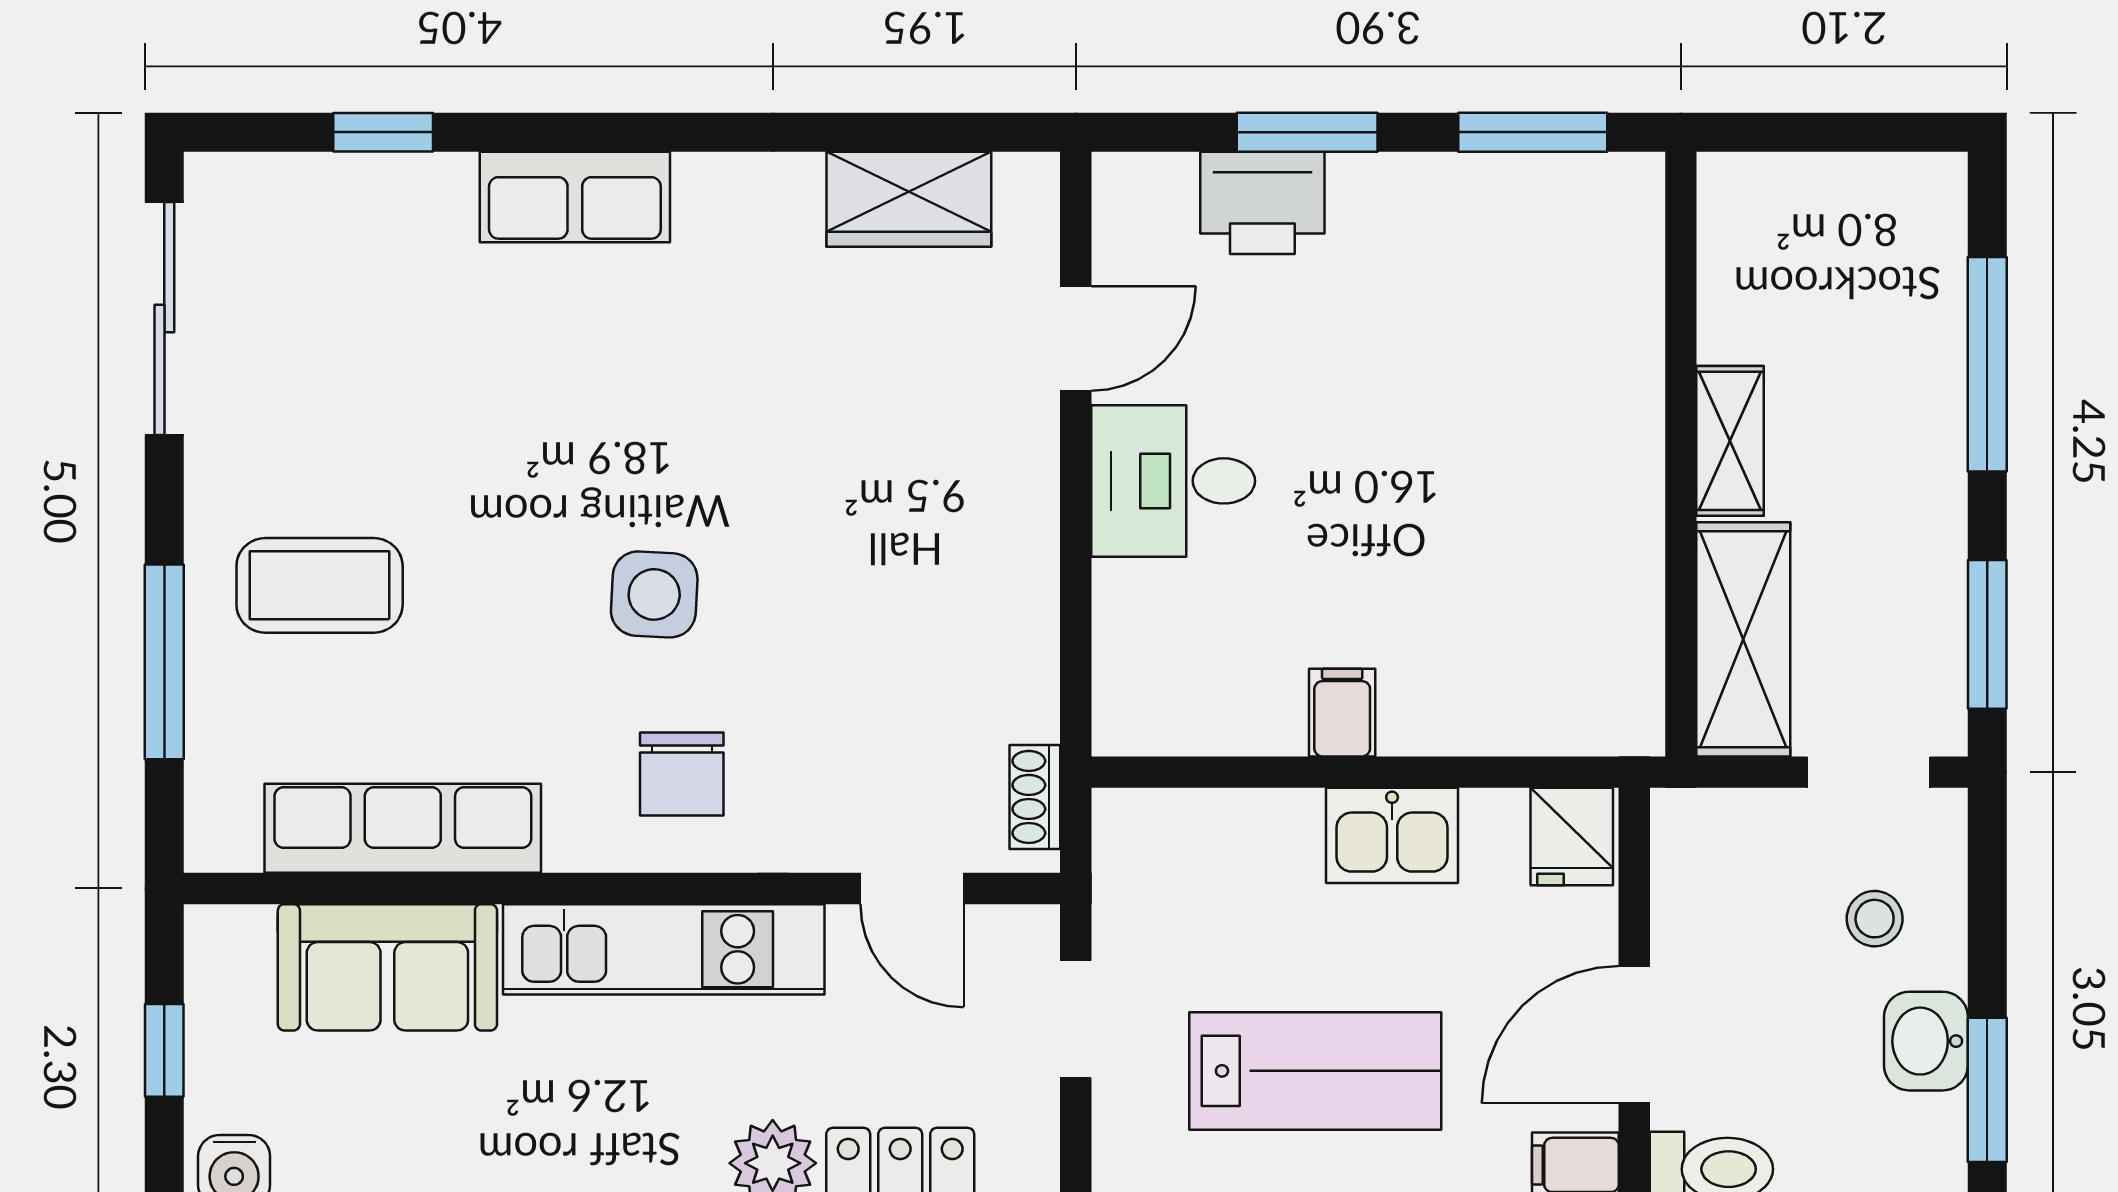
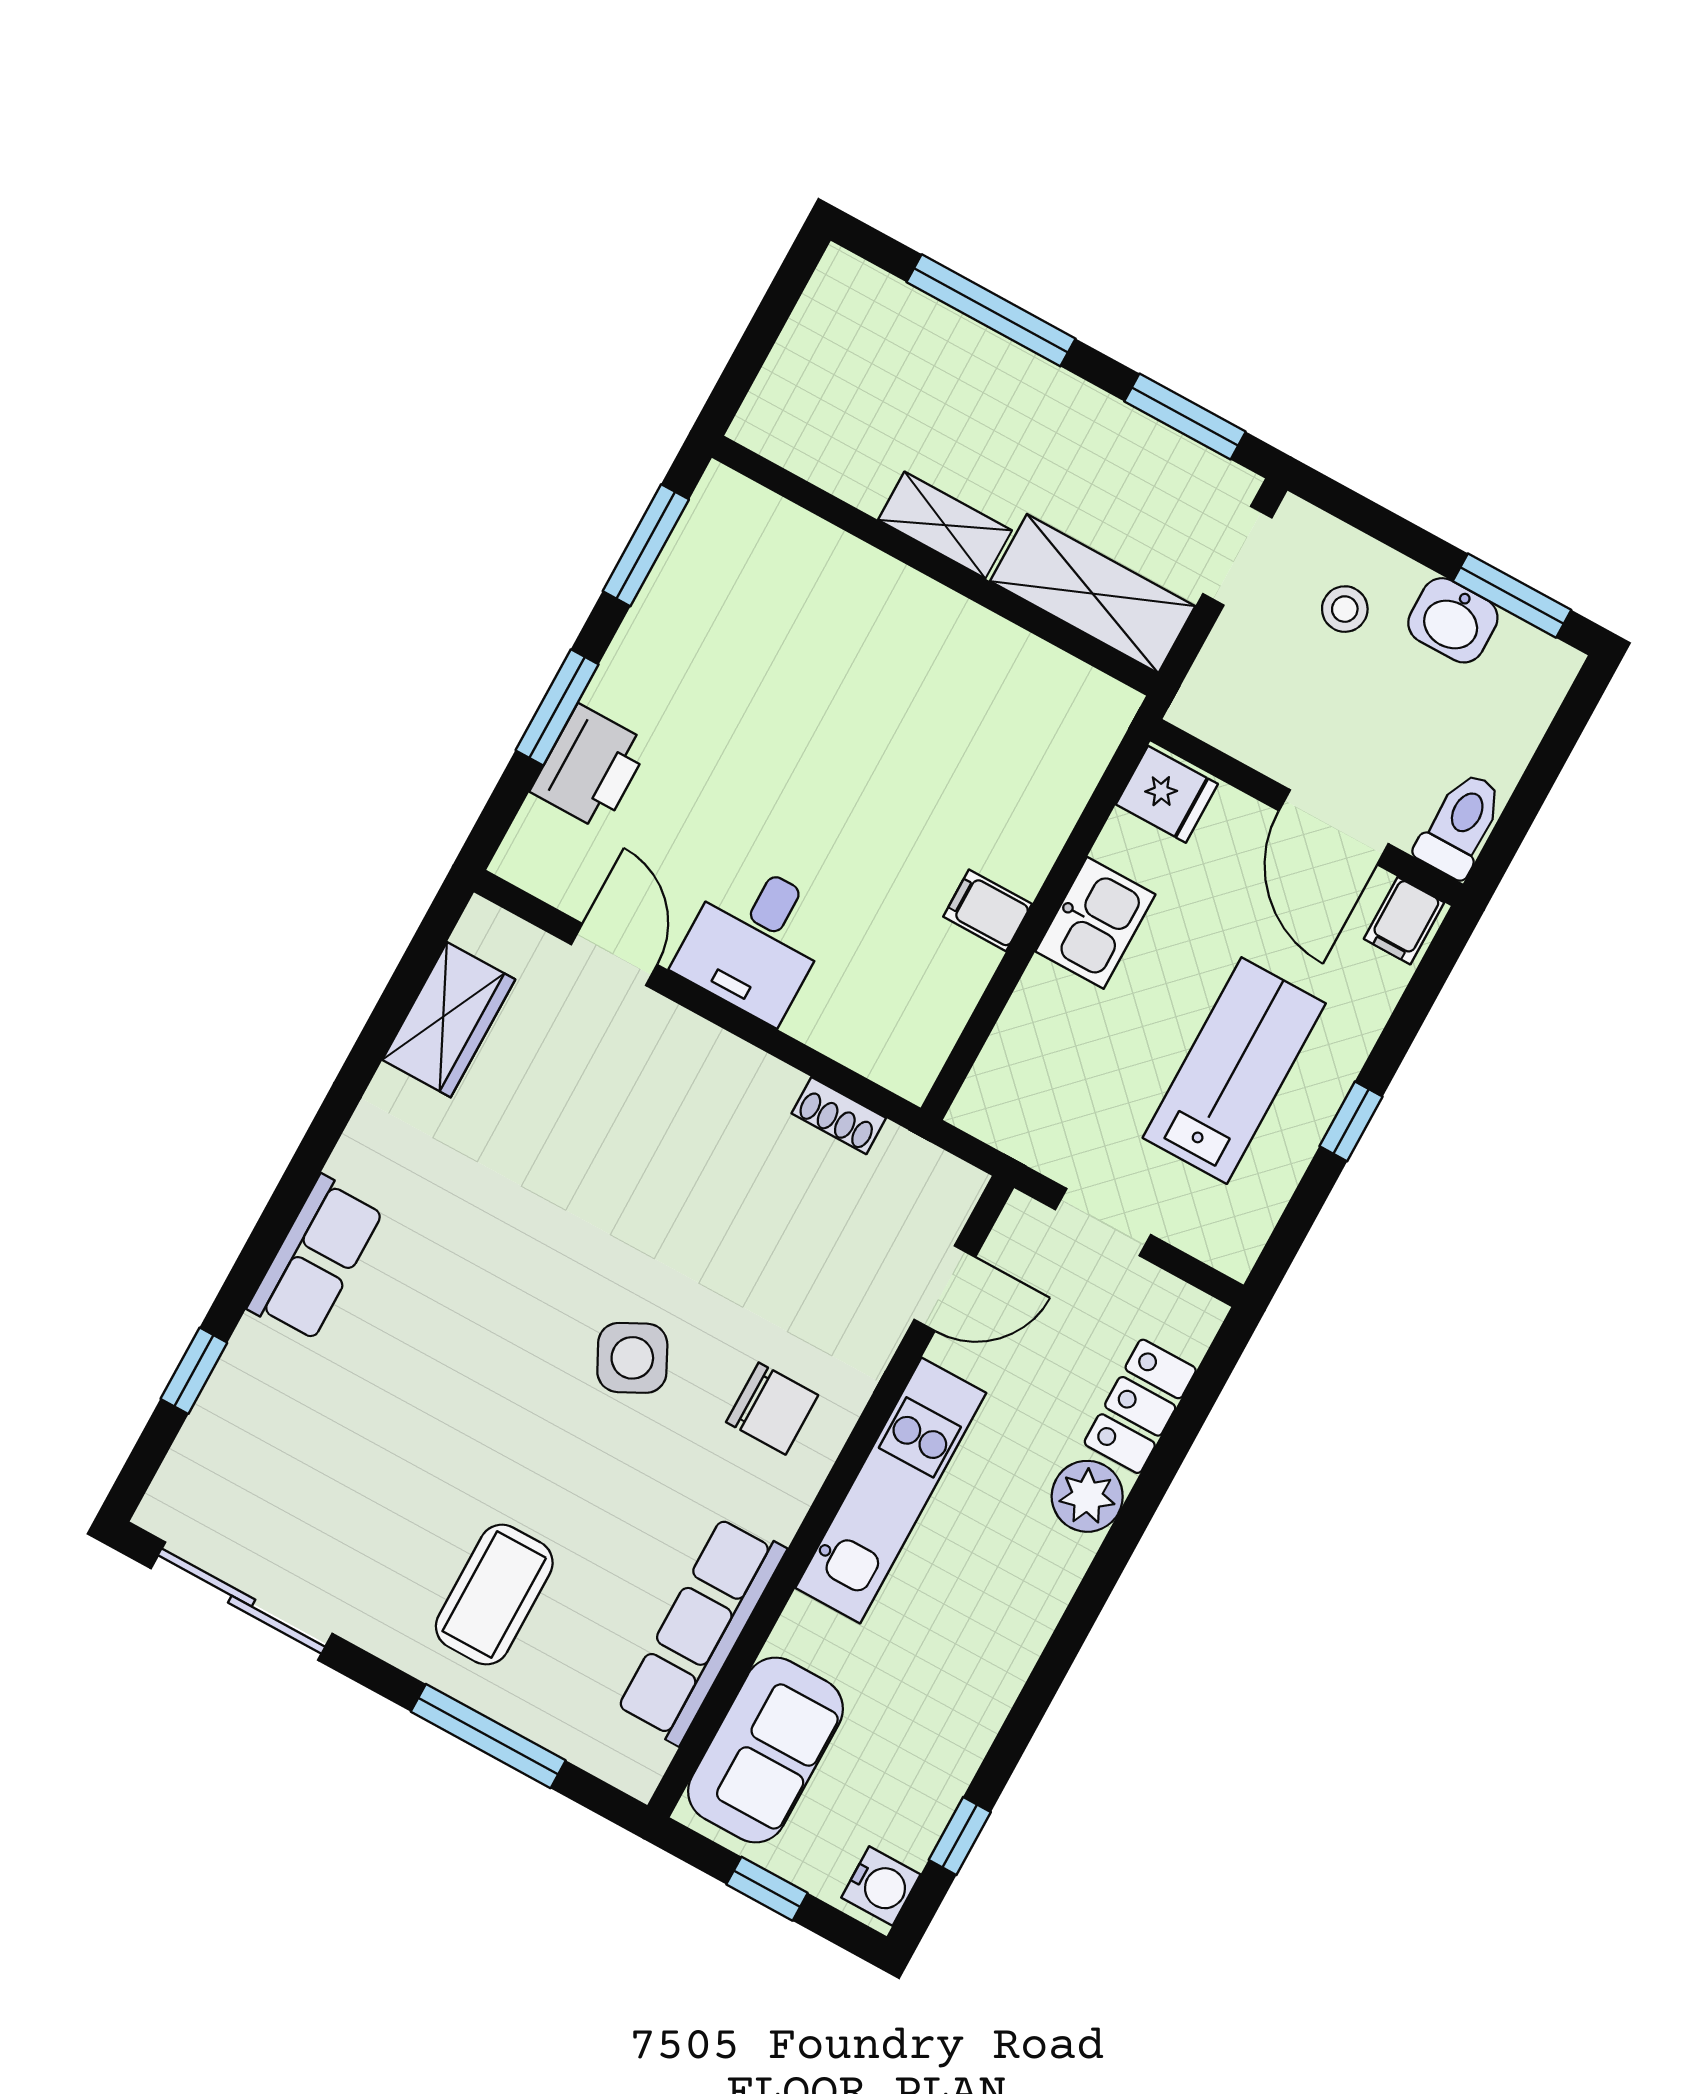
side table: (654, 594) -> (632, 1358), turned -30
shoe rack: (1035, 797) -> (839, 1116), moved
sofa: (387, 967) -> (766, 1750), moved

